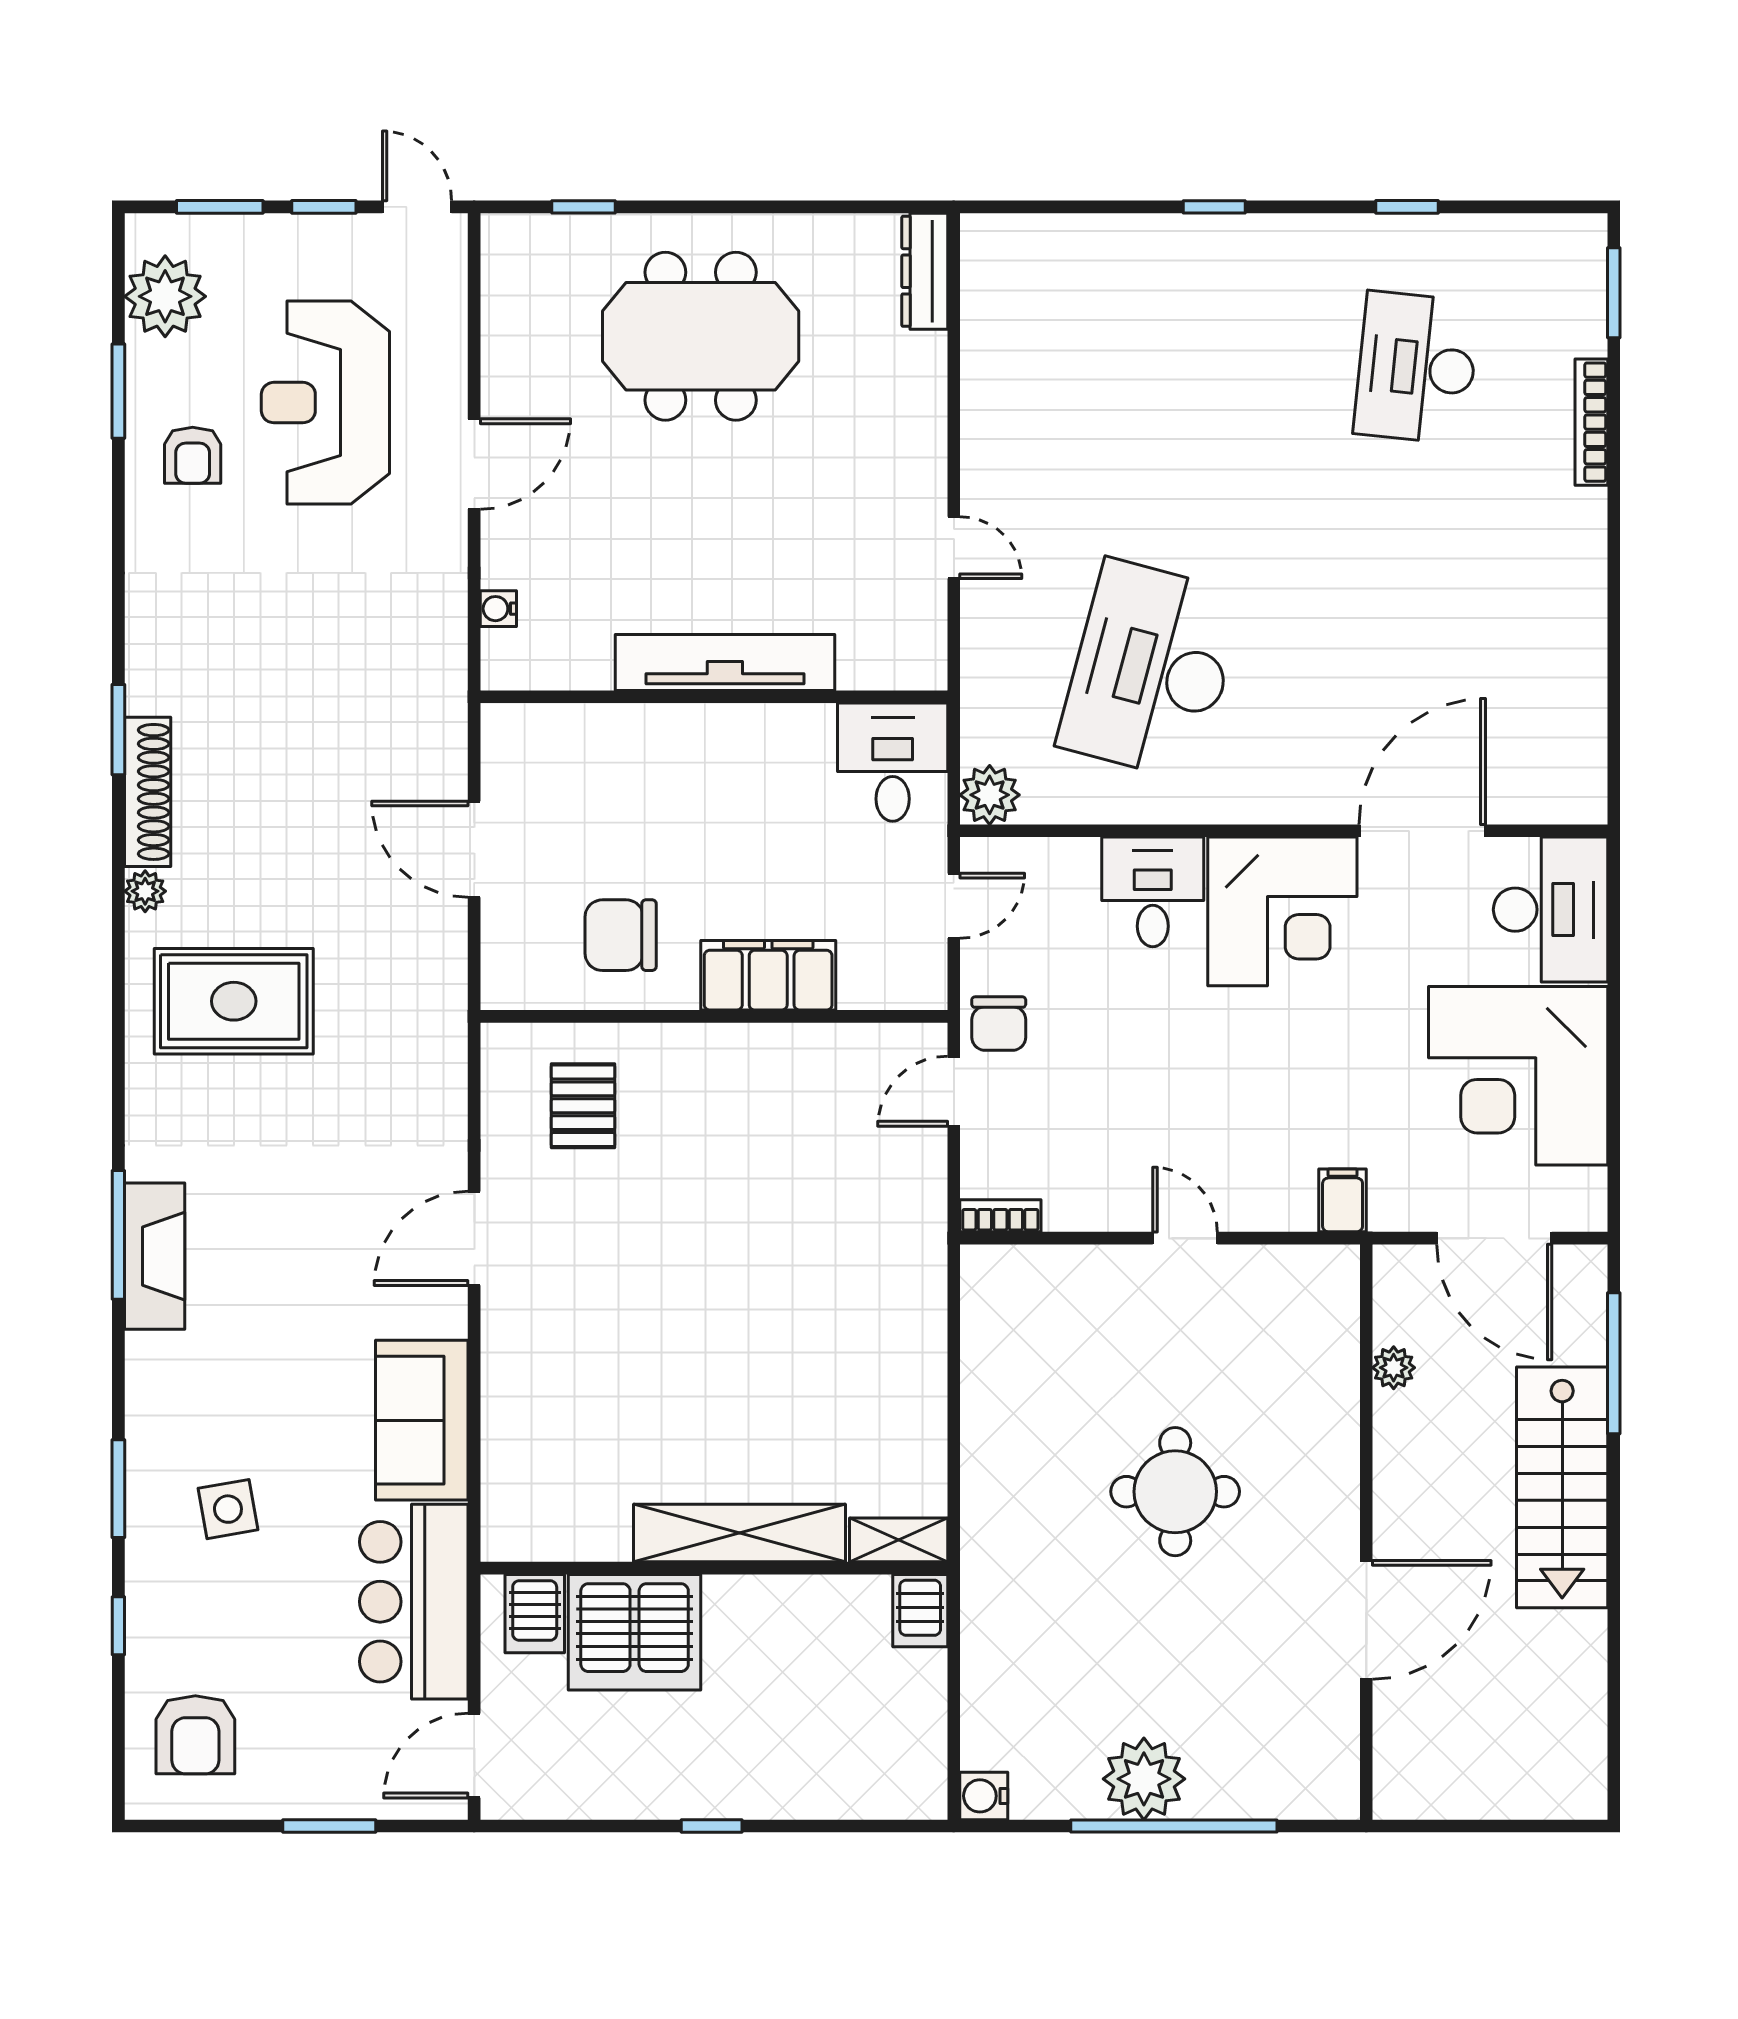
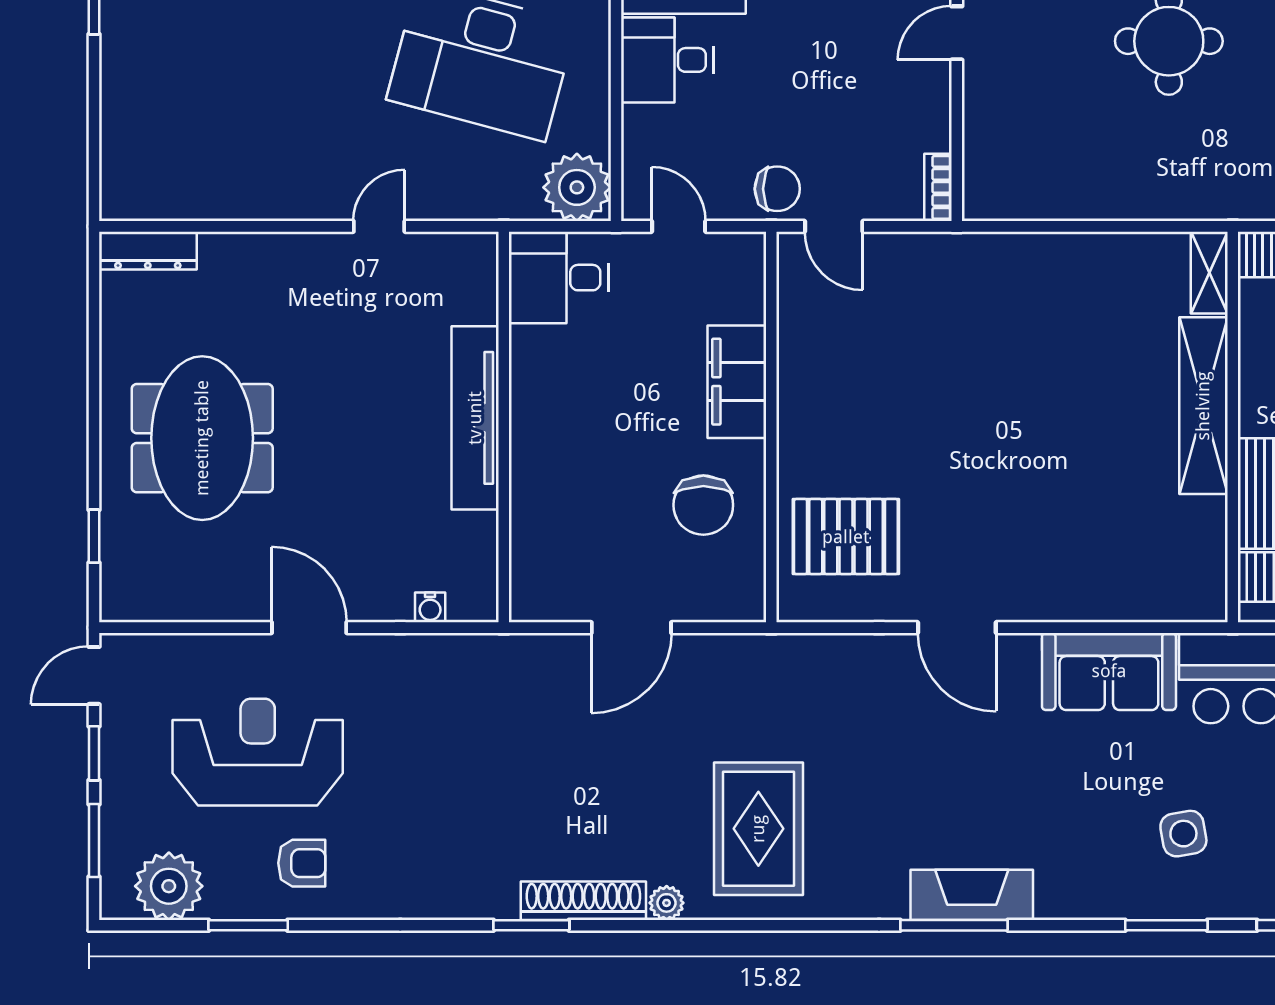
reception desk: (325, 403) -> (258, 752), turned 180
plant: (990, 795) -> (577, 187), width x1.36, depth x1.36
pallet: (583, 1106) -> (846, 537), width x1.50, depth x1.42

